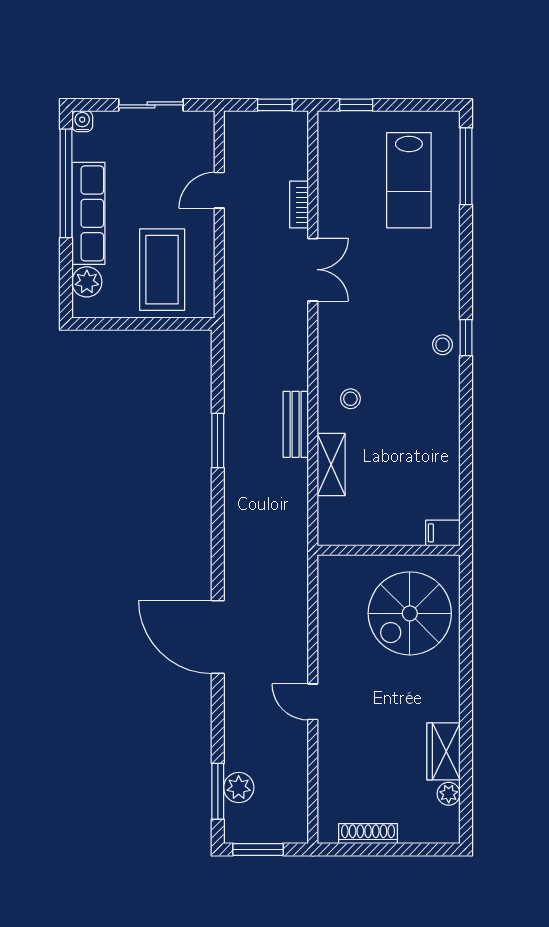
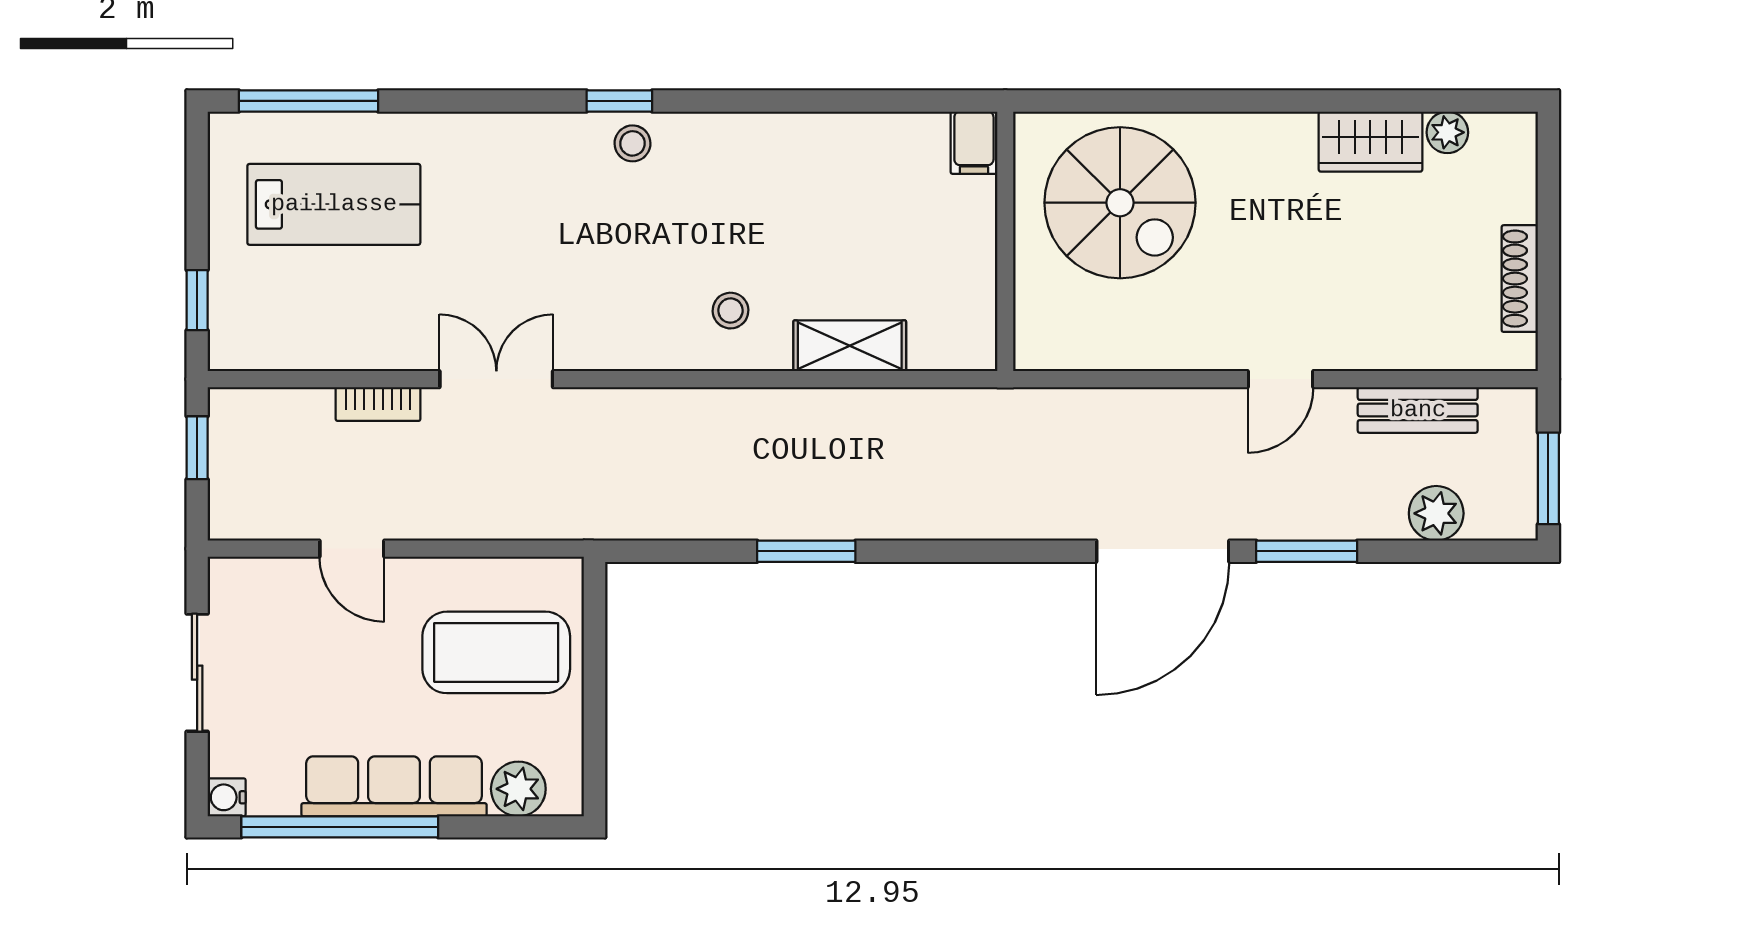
bench: (296, 424) -> (1418, 410), moved
window: (218, 791) -> (1307, 551), moved

